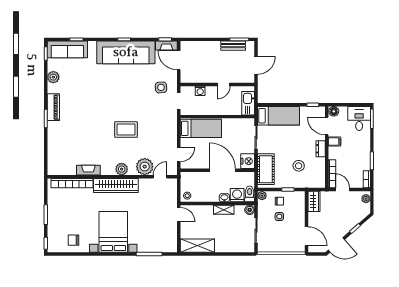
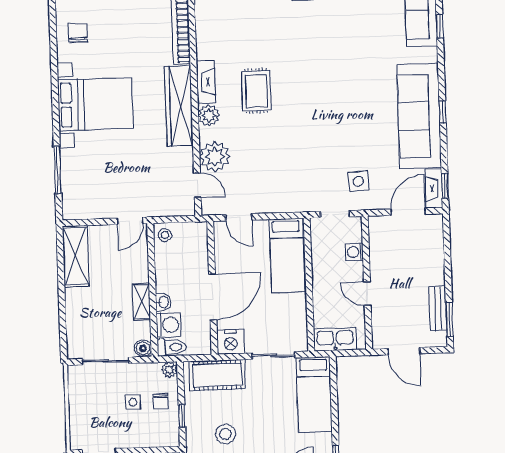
rug: (126, 129) -> (256, 91), moved
fireplace: (88, 170) -> (206, 82), moved

